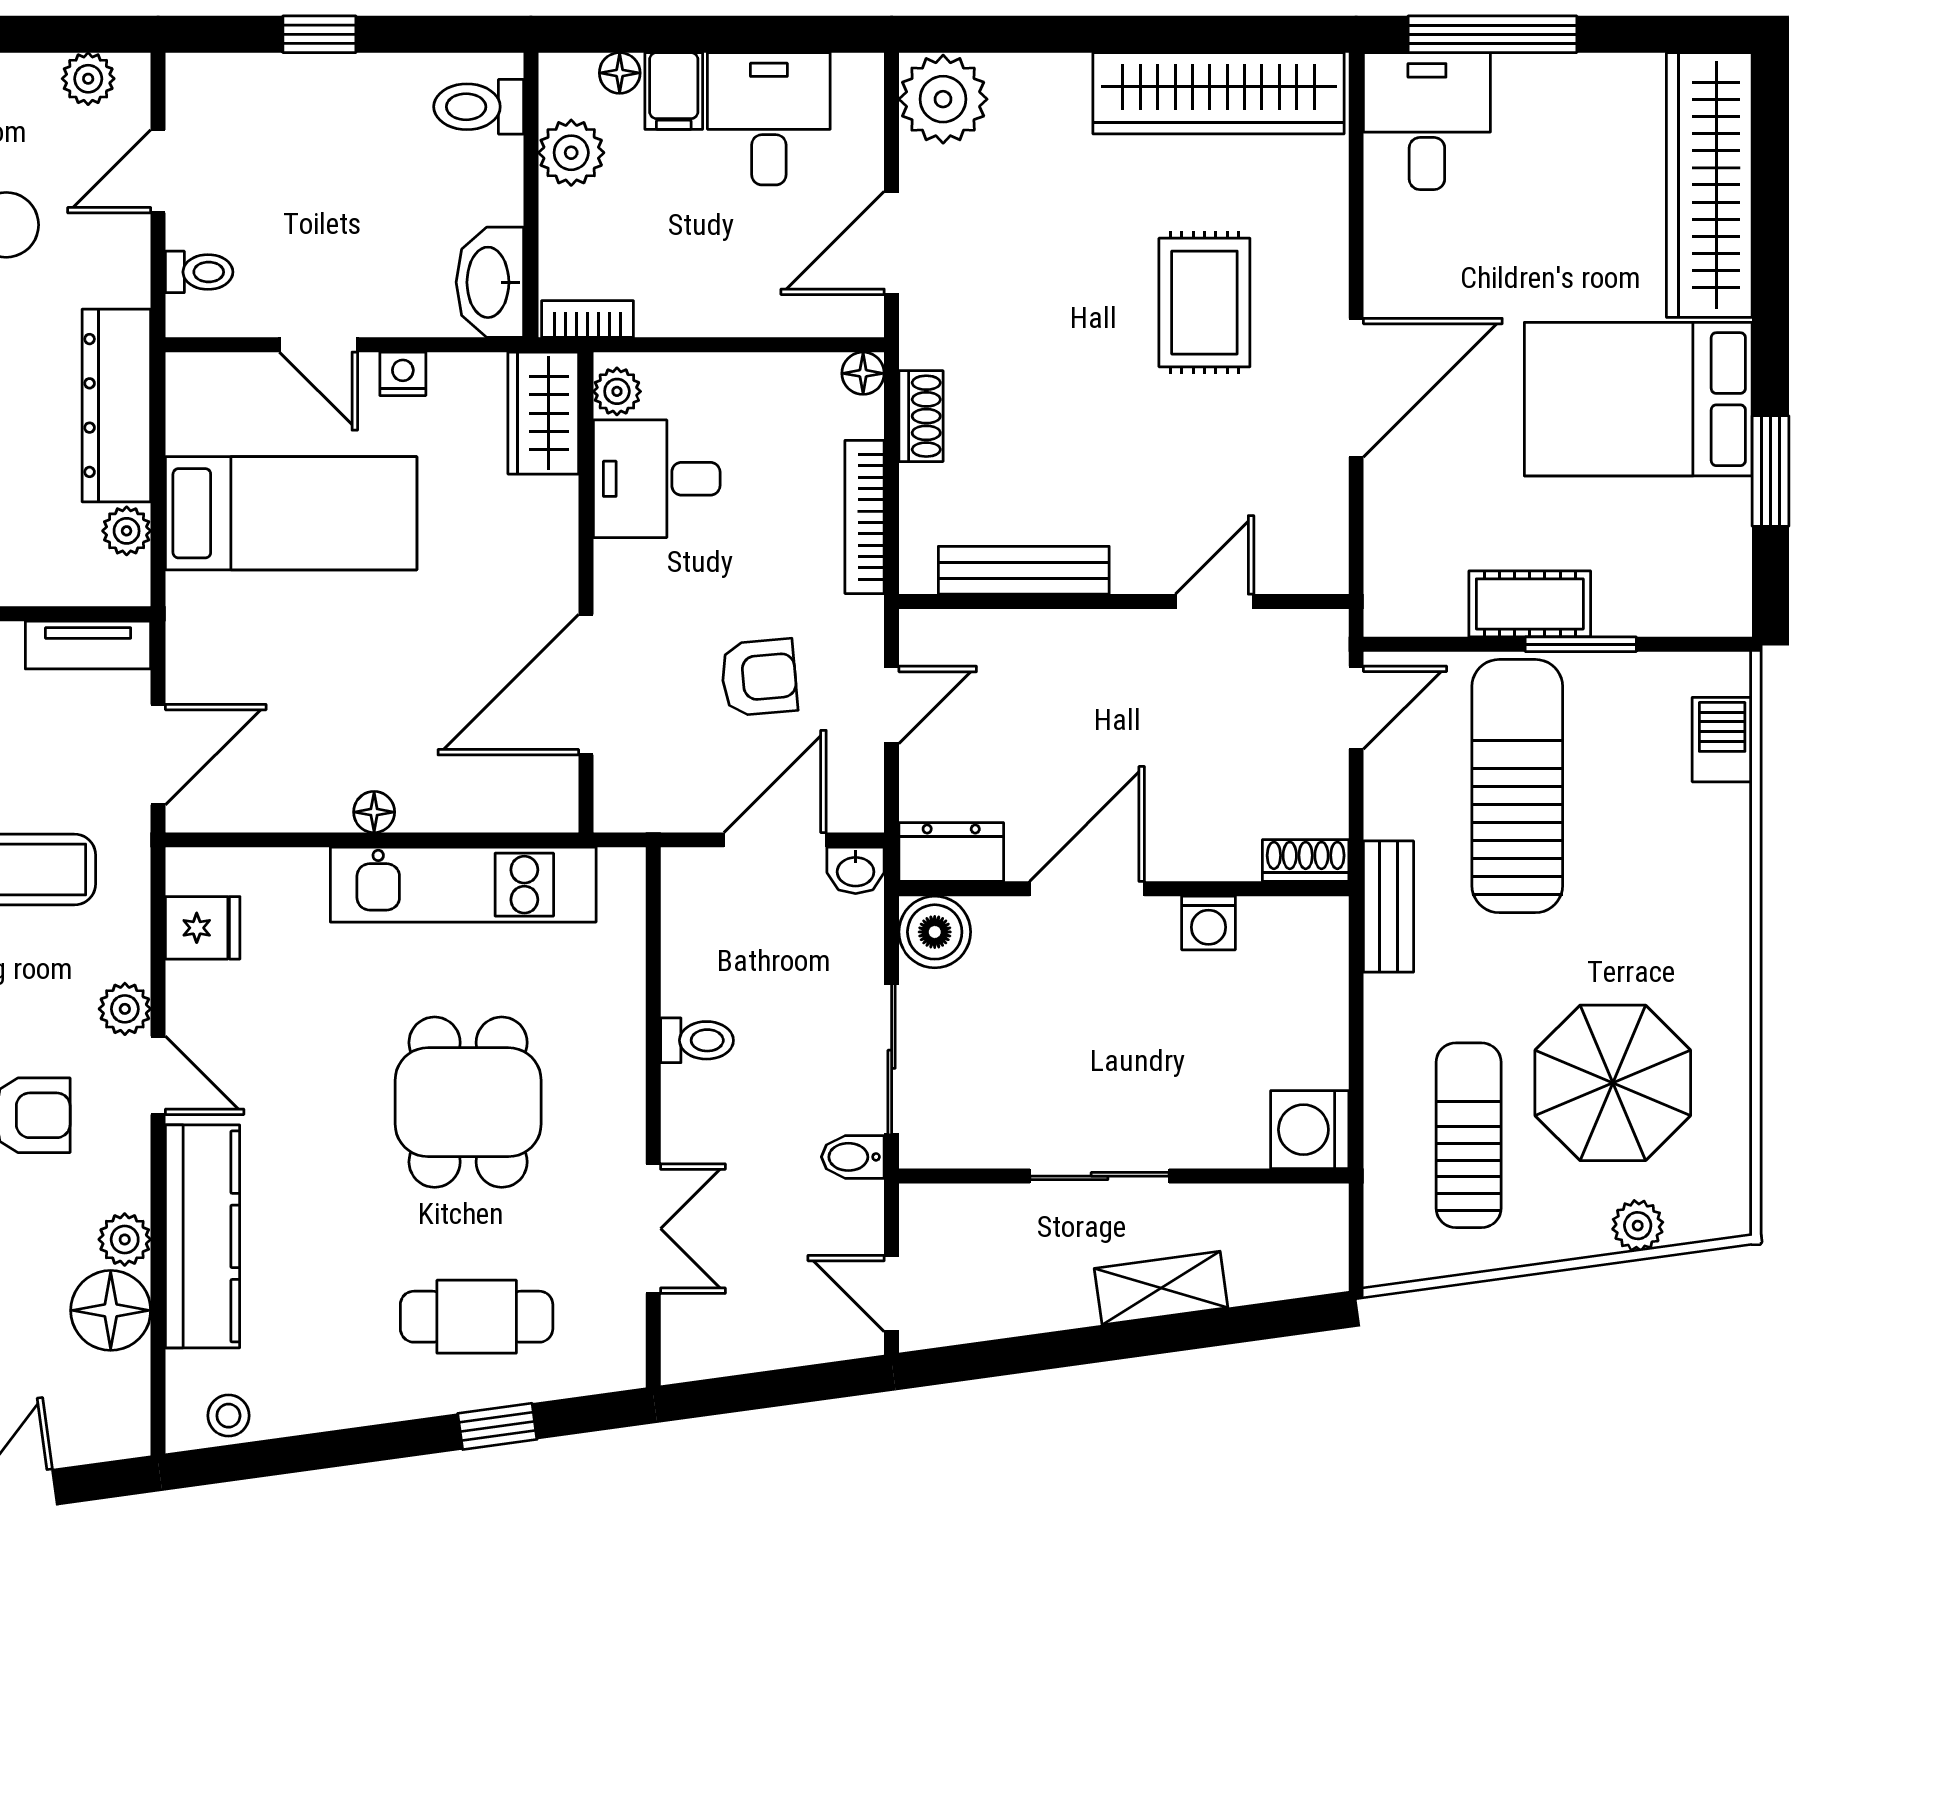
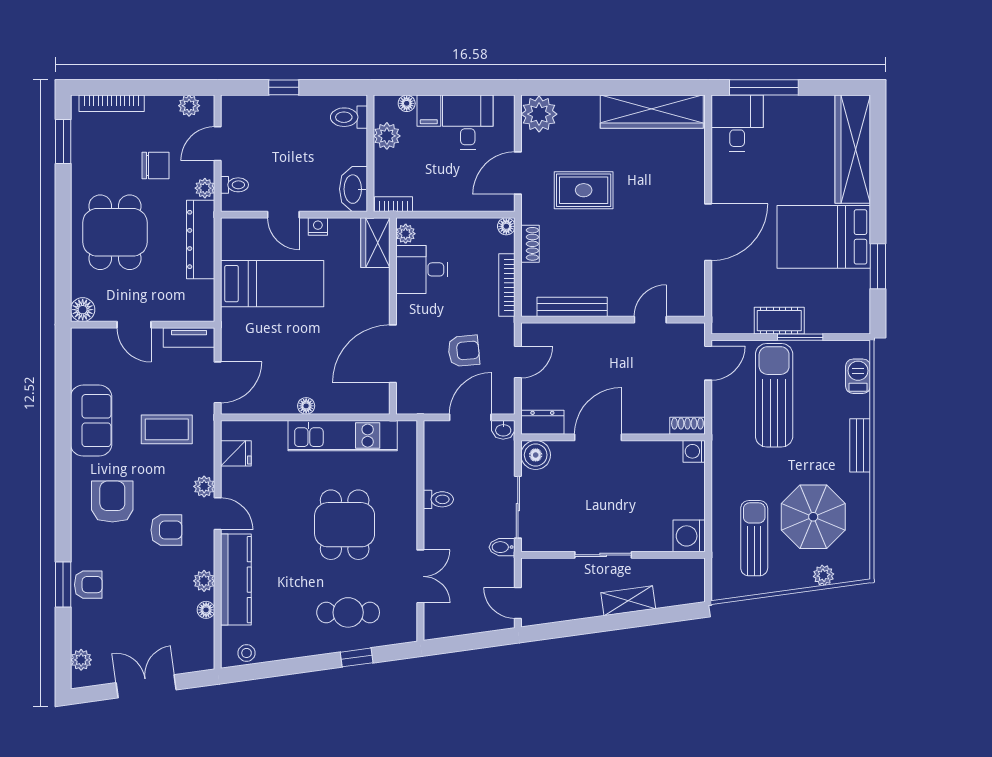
rug: (1204, 303) -> (584, 190), moved, turned 90
plant: (127, 531) -> (205, 188), moved
bench: (1388, 907) -> (860, 445), moved
washing machine: (1208, 923) -> (694, 451), moved, turned 90
floor lamp: (111, 1310) -> (206, 610), width x0.53, depth x0.53

